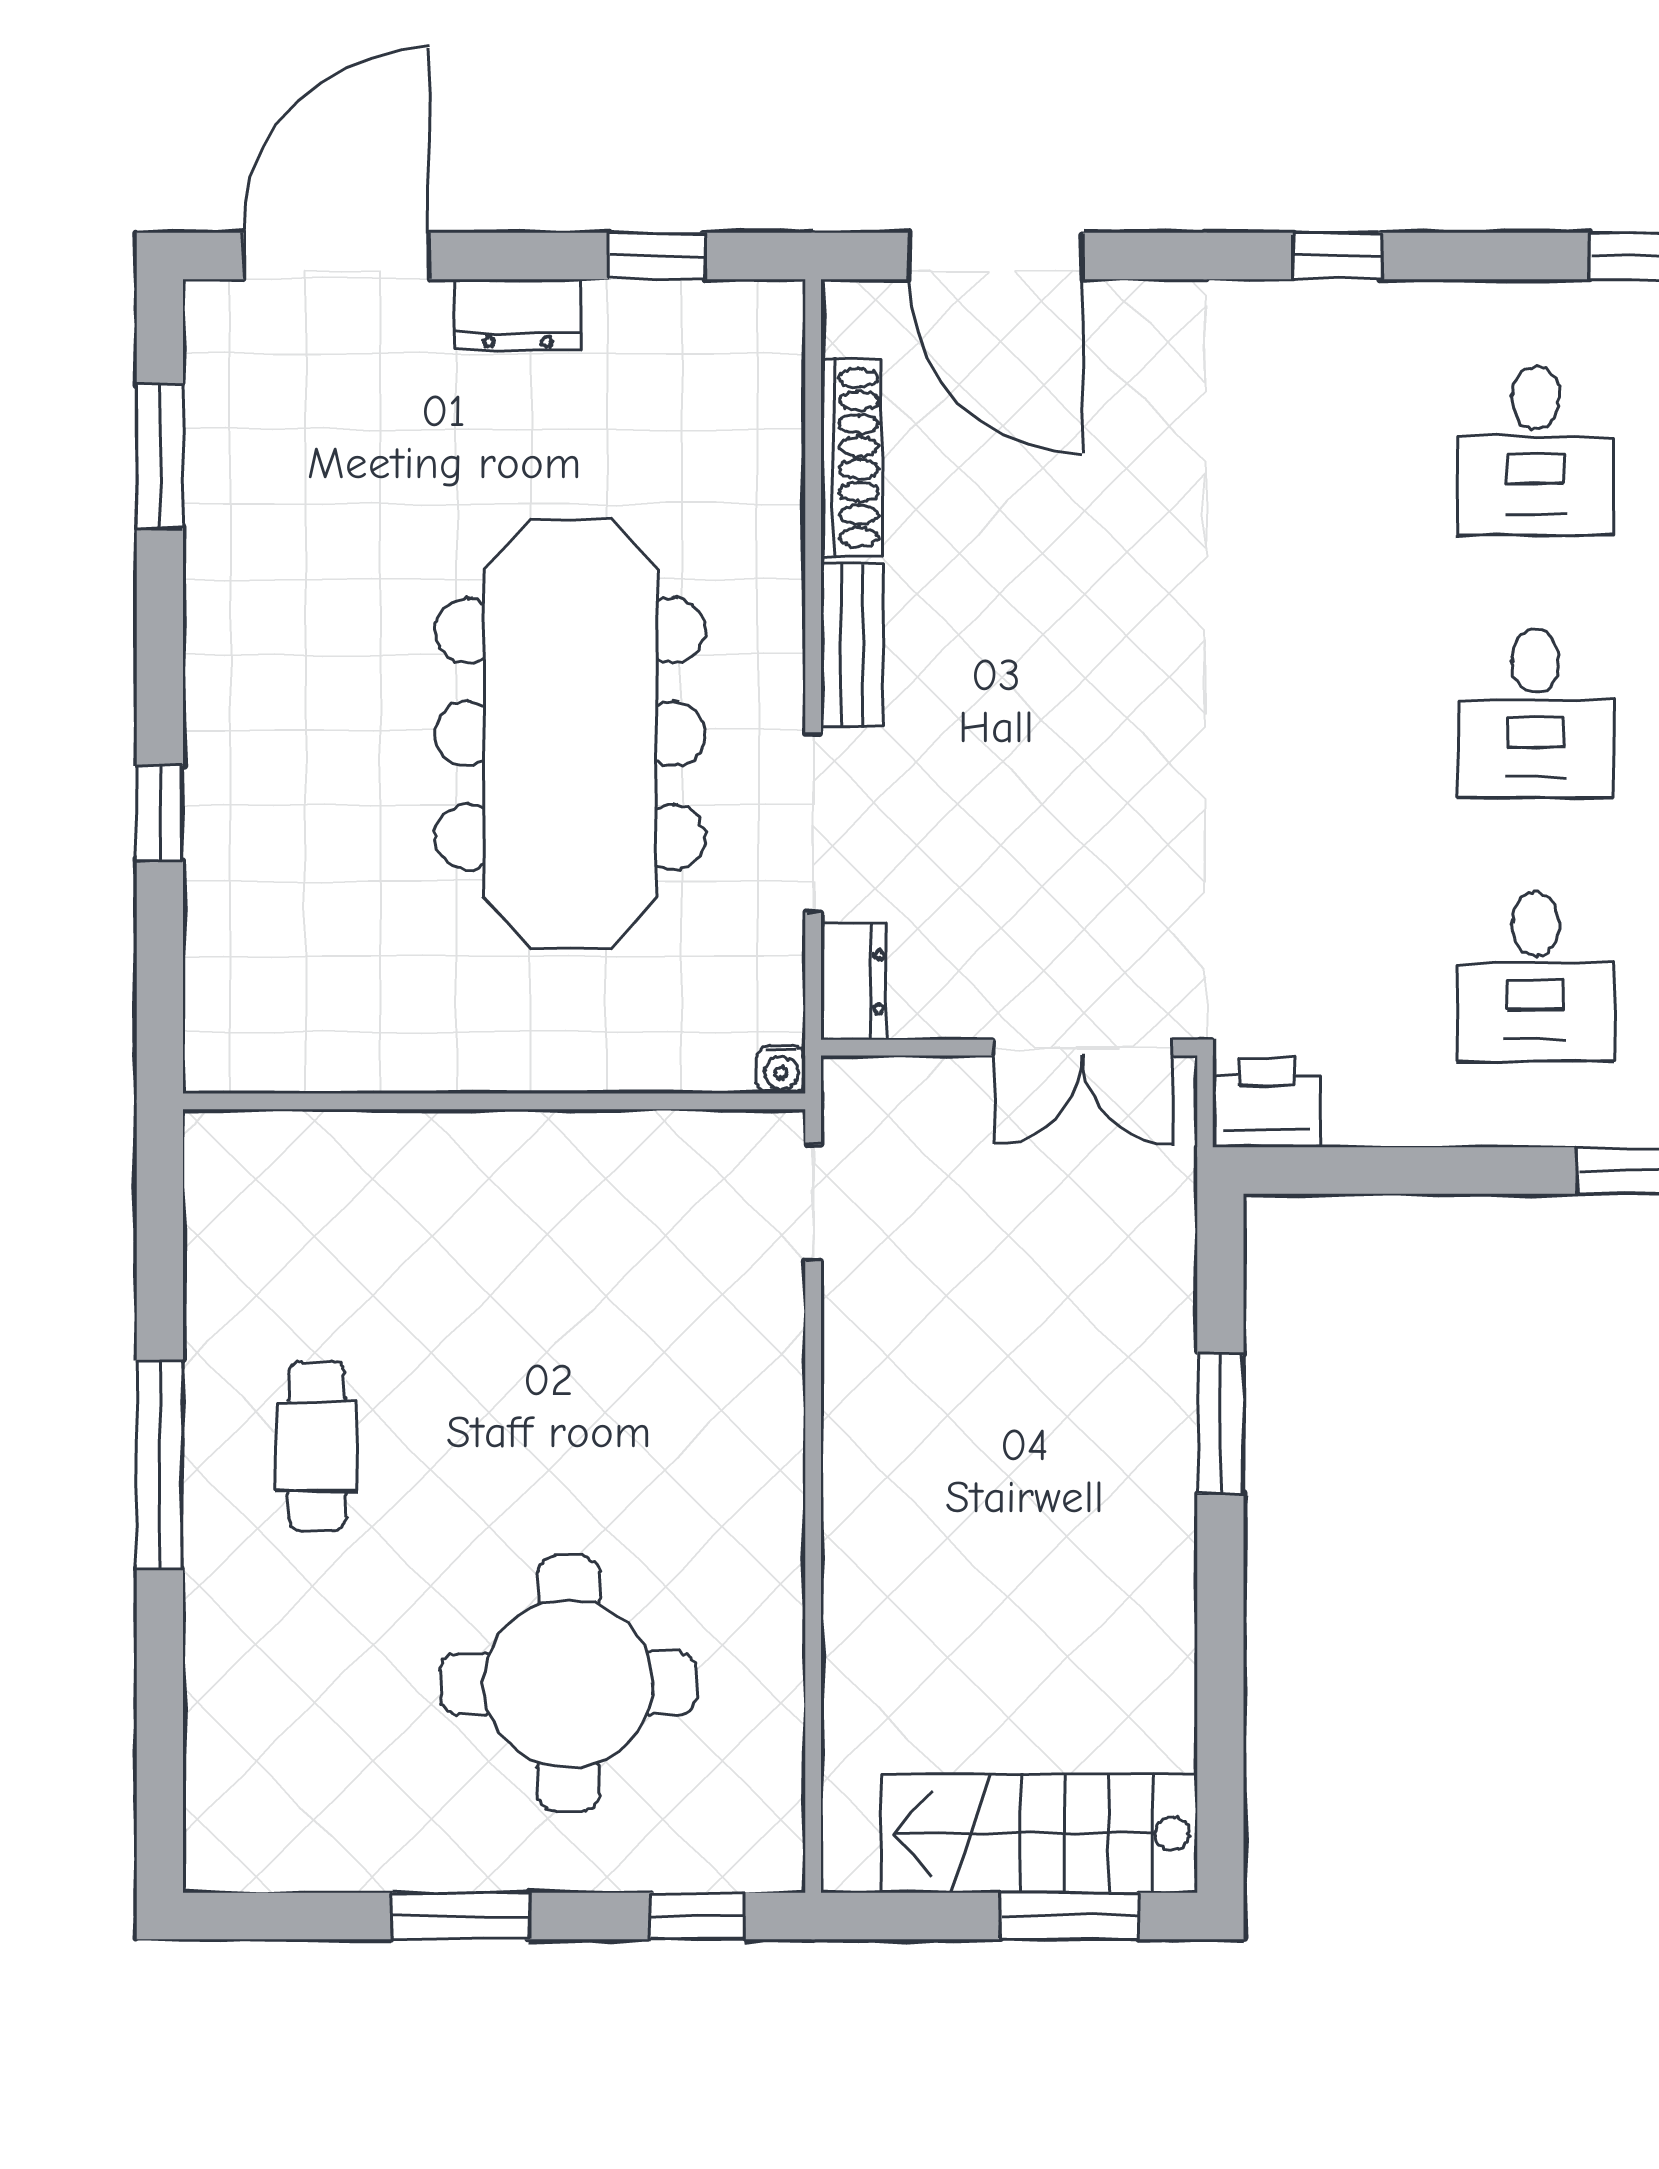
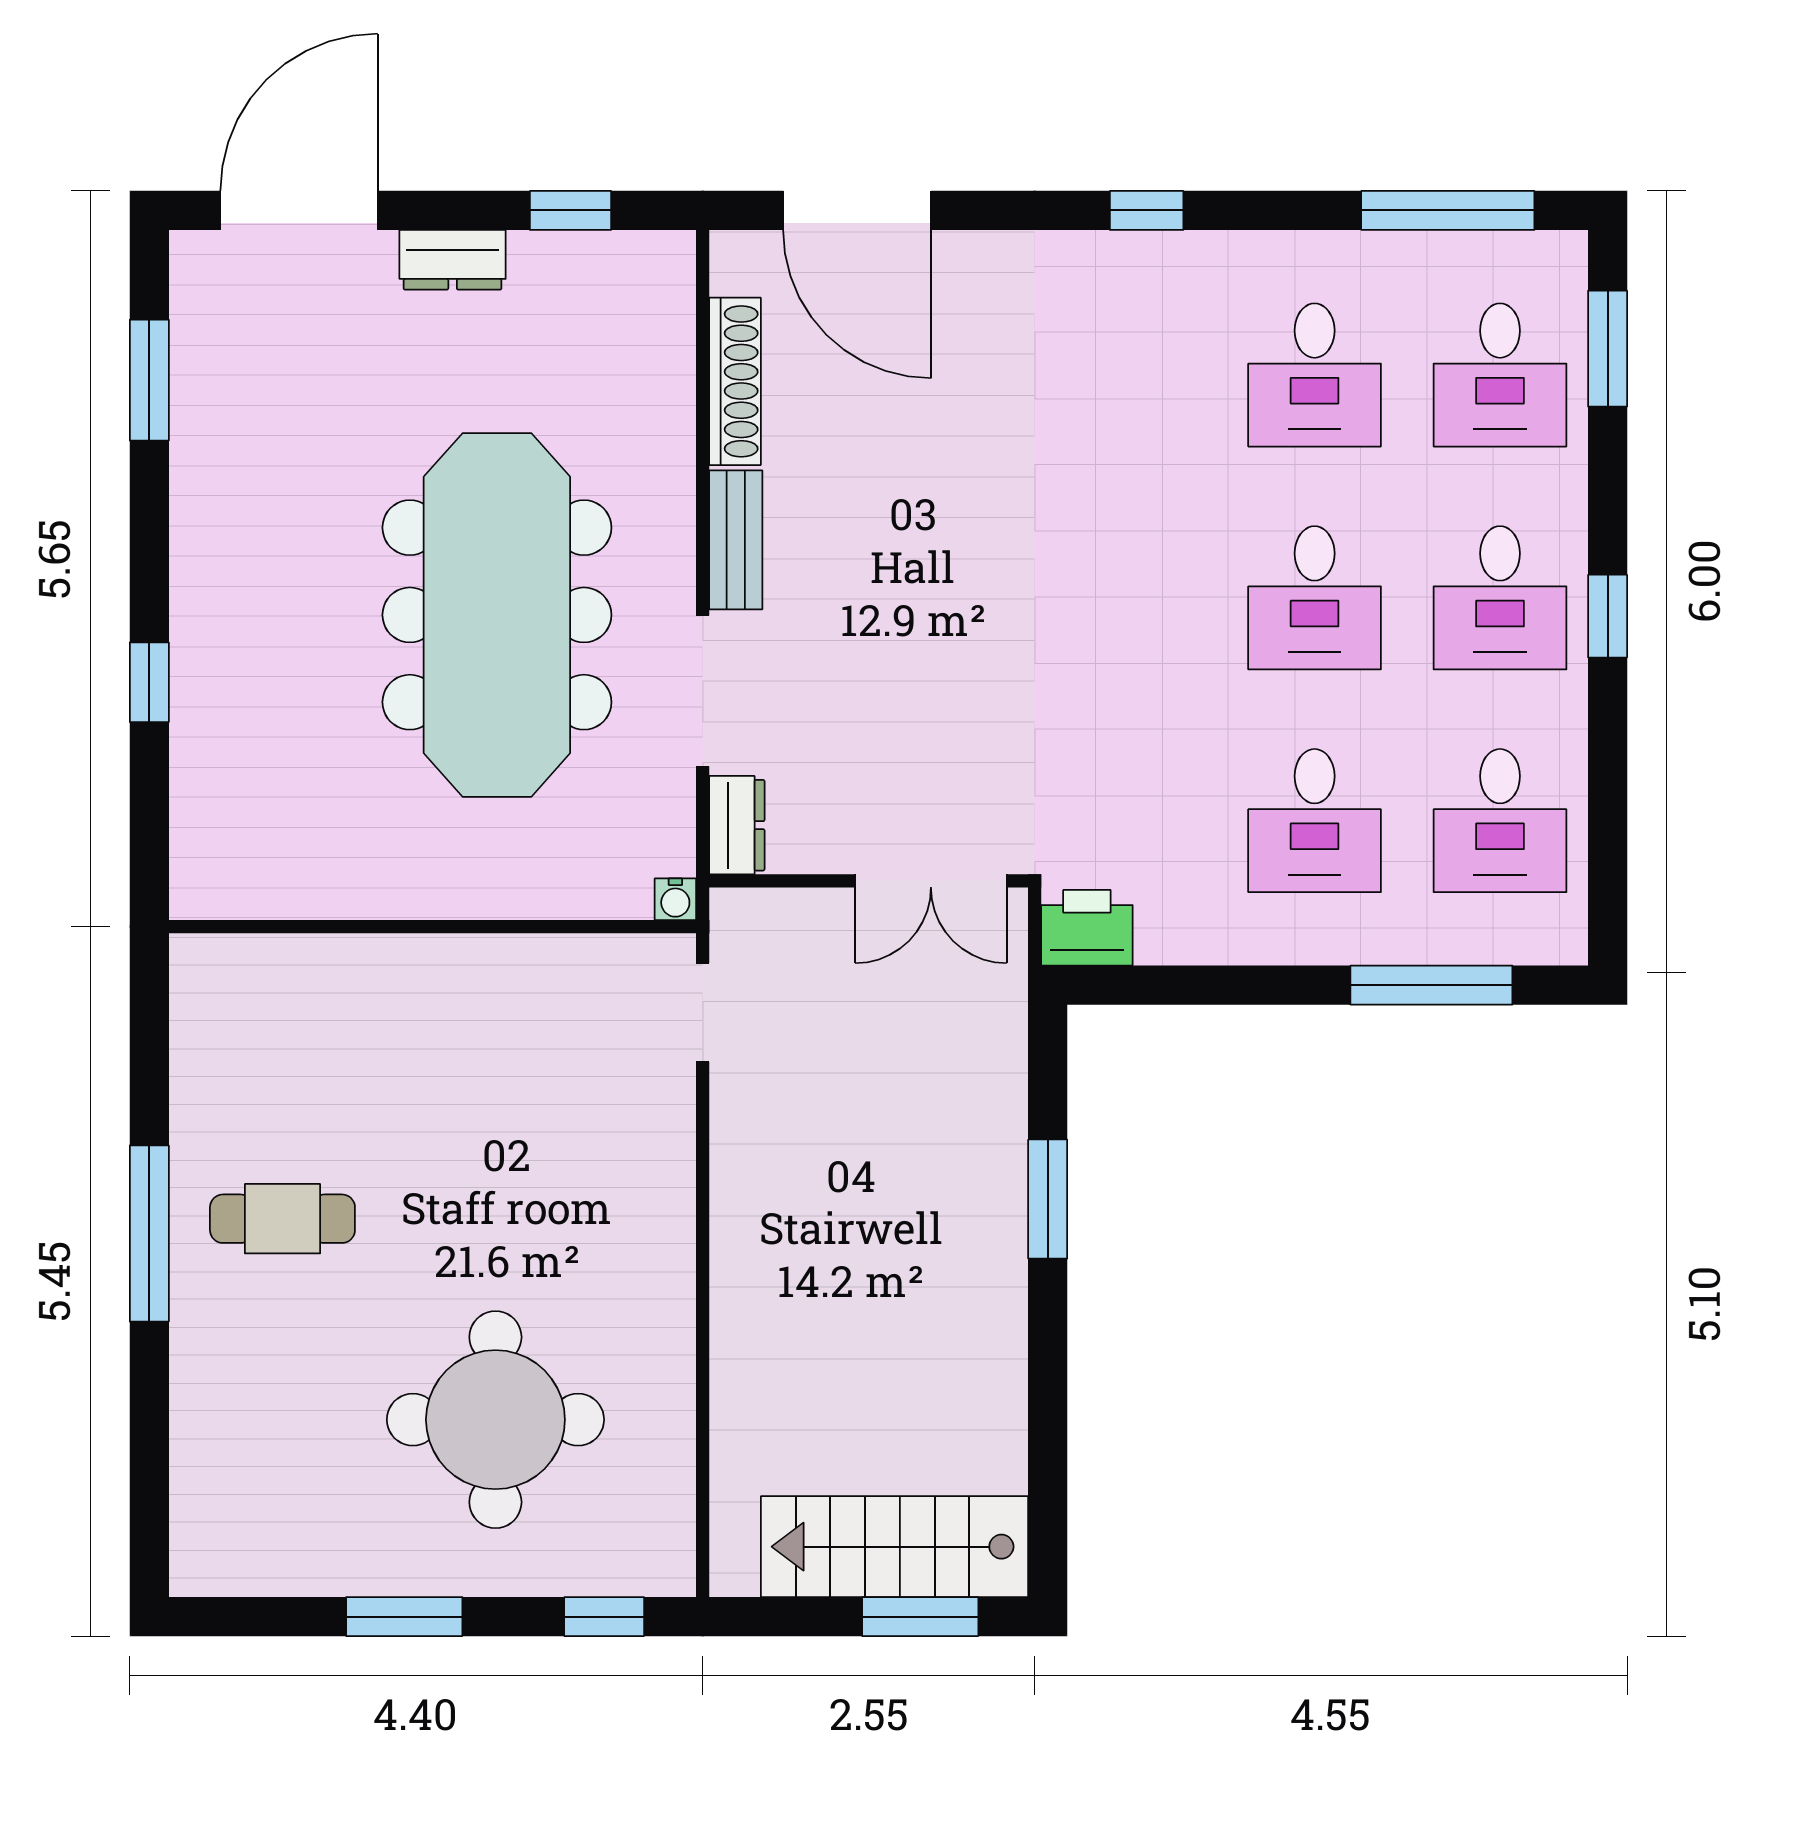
cafe table: (317, 1446) -> (282, 1219), turned 90

